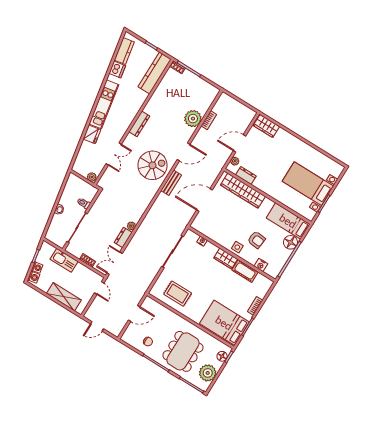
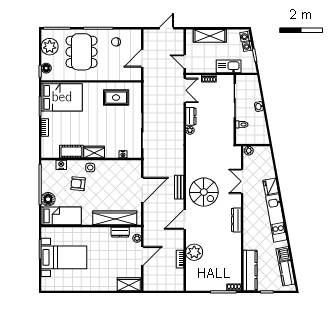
spiral stairs: (153, 165) -> (204, 192), turned -90

